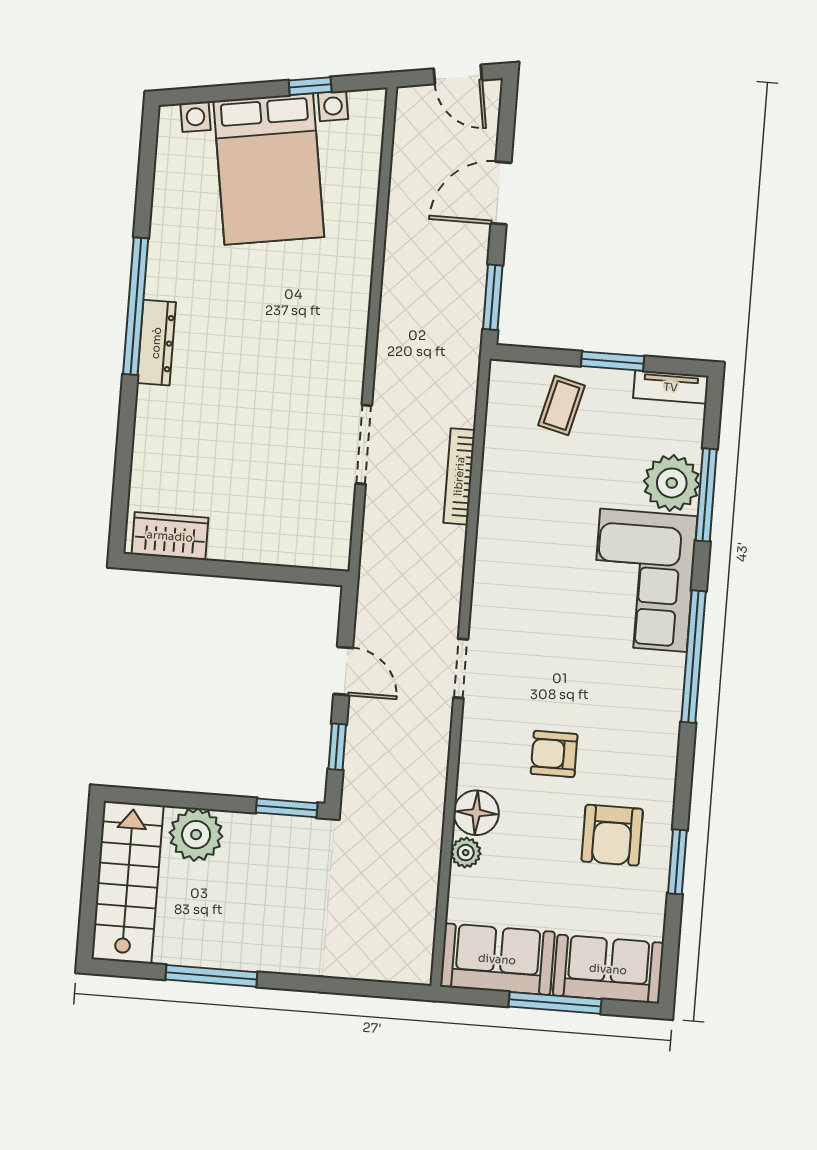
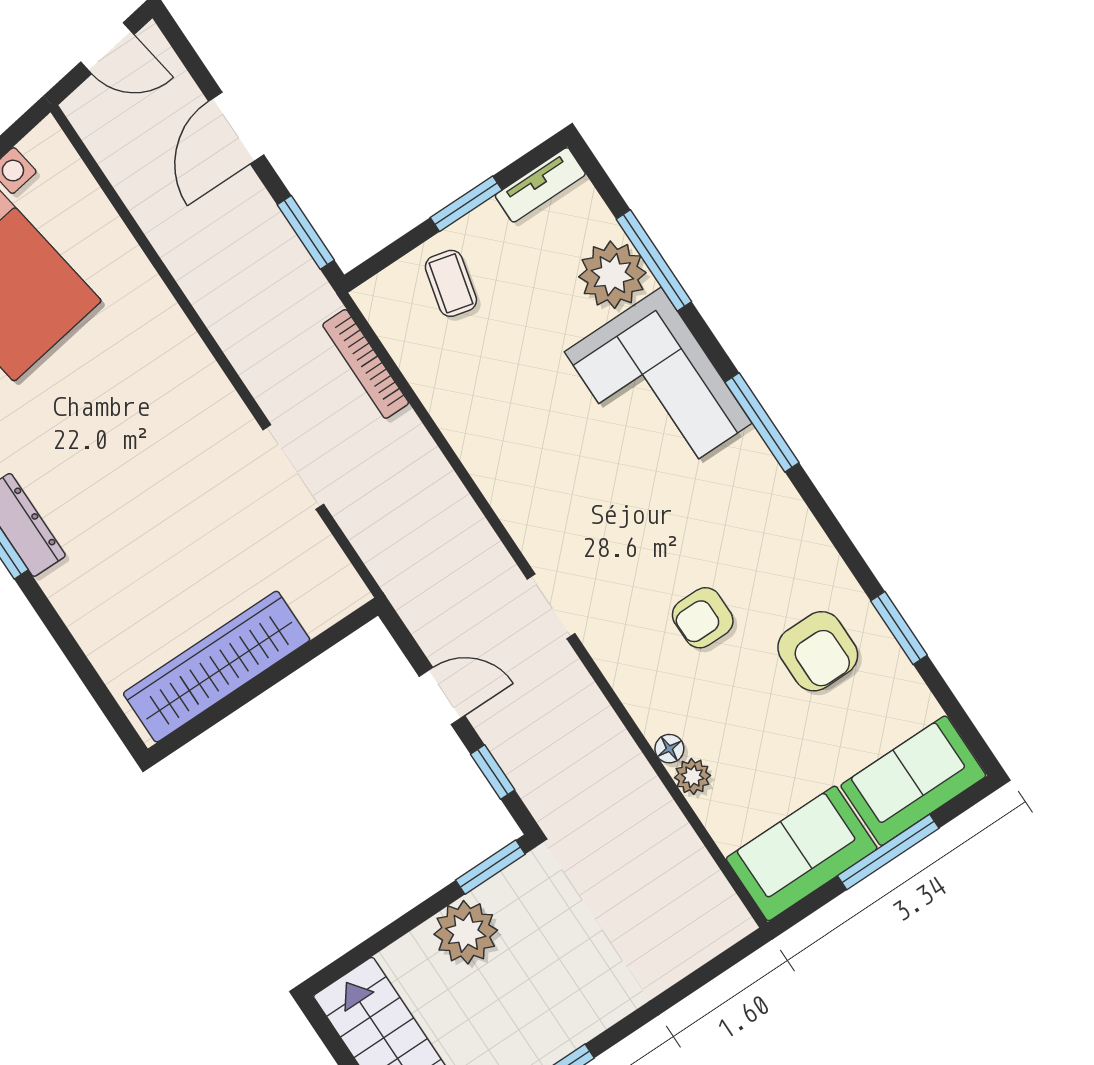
bookcase: (459, 476) -> (366, 364), moved
wardrobe: (170, 536) -> (217, 667), width x2.10, depth x1.17
window: (694, 657) -> (762, 422), width x0.68
floor lamp: (476, 813) -> (669, 749), width x0.53, depth x0.53
plant: (196, 835) -> (466, 932), moved

